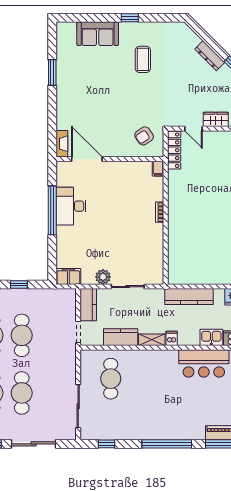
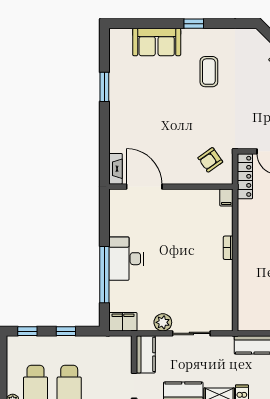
desk: (71, 206) -> (126, 259), moved
window: (52, 210) -> (104, 275), moved

